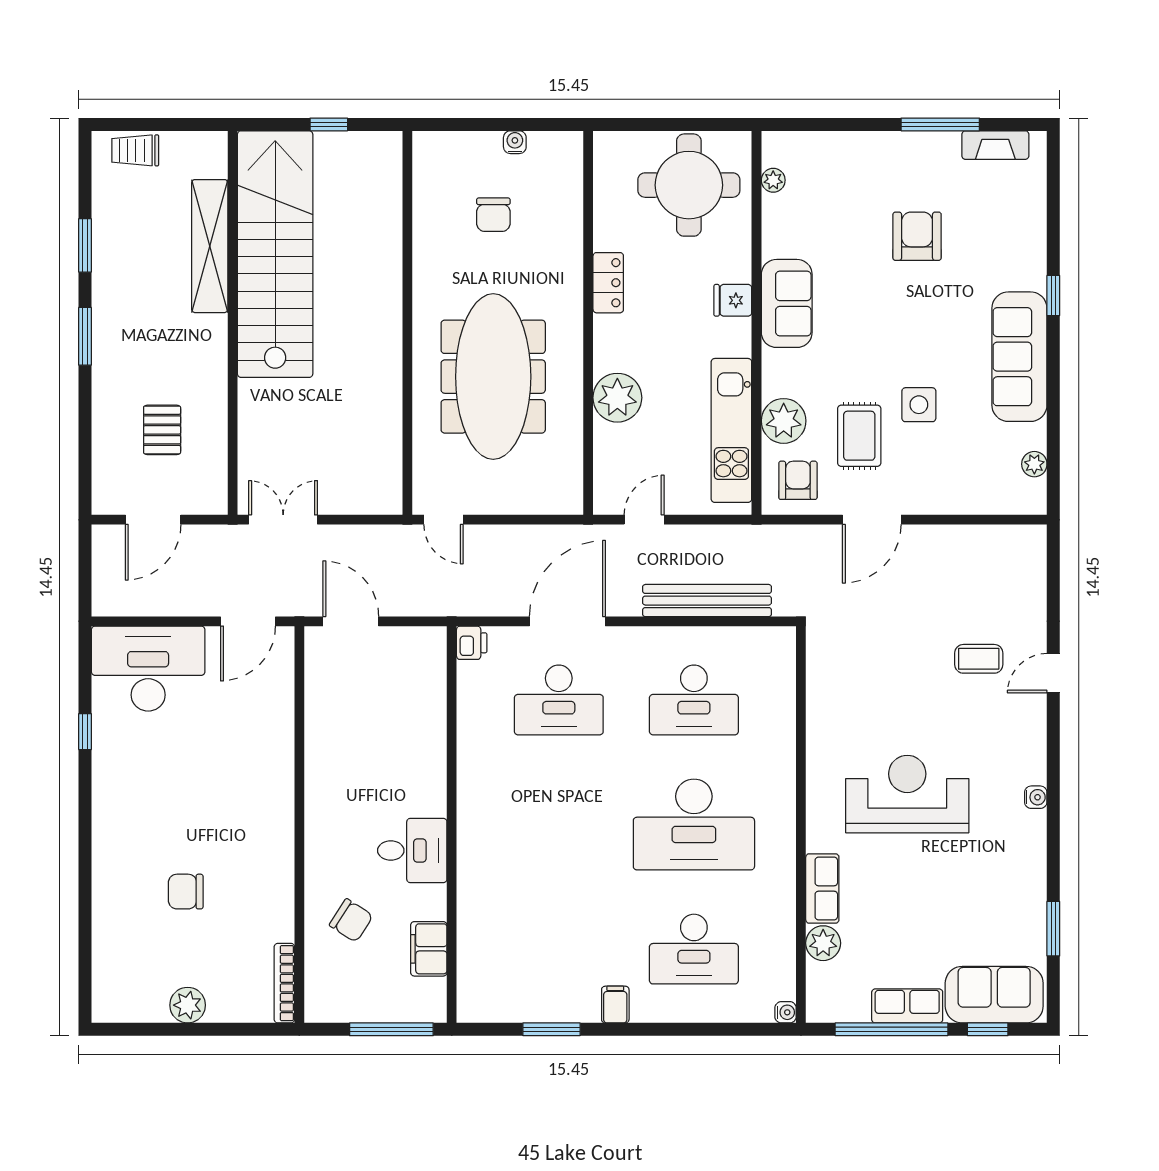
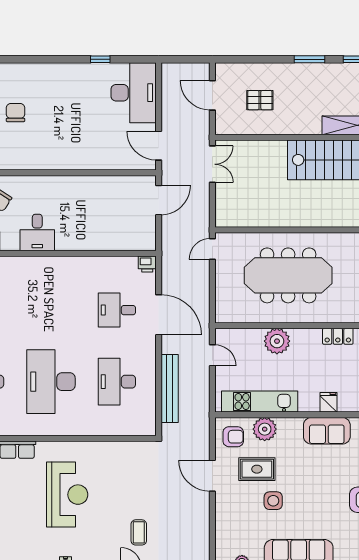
desk: (559, 700) -> (117, 310), width x0.73

